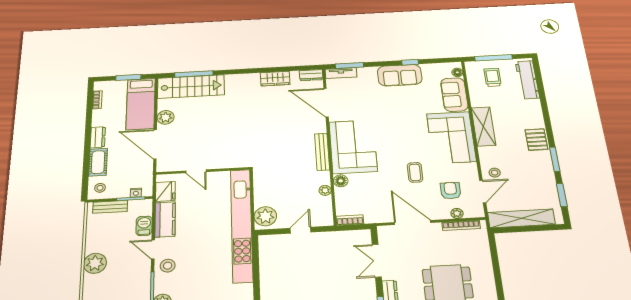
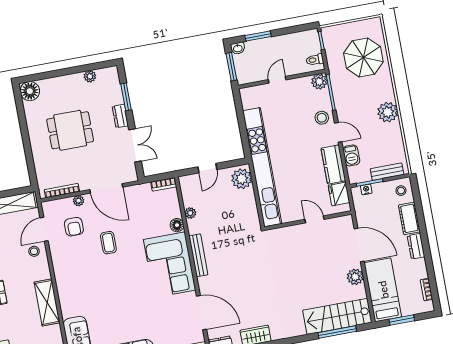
corner sofa: (451, 137) -> (77, 286), removed
plant: (457, 213) -> (78, 201), moved

